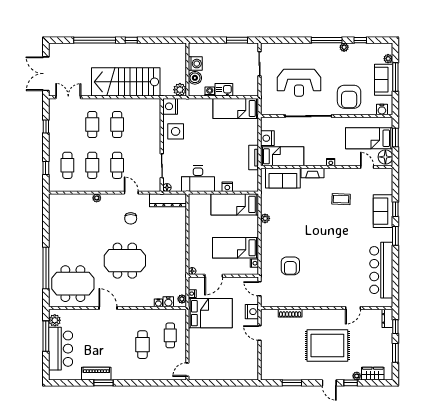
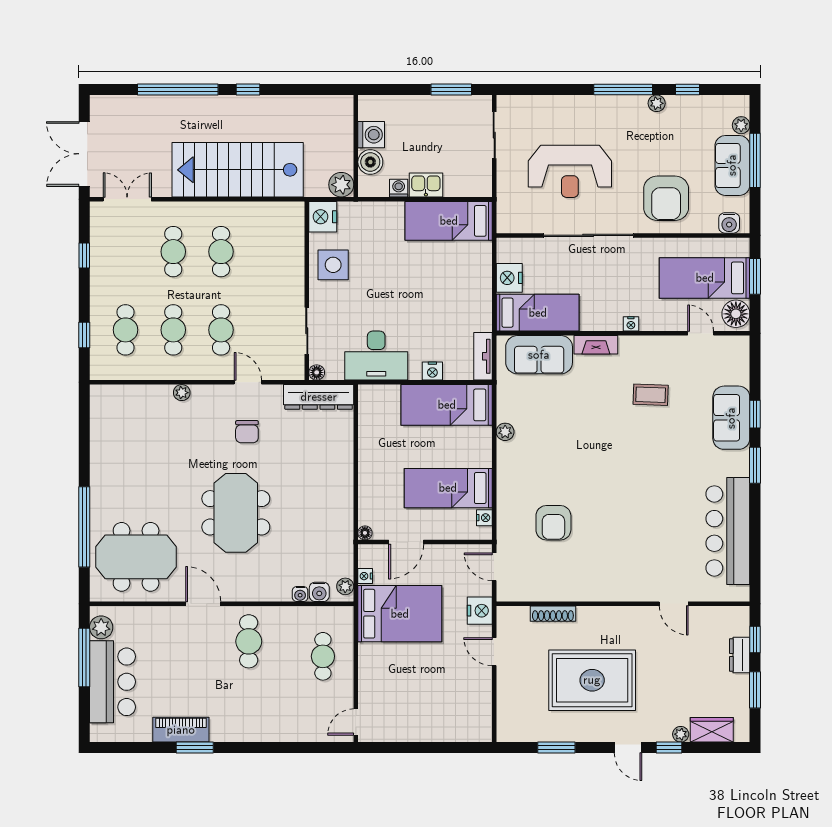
tv unit: (254, 158) -> (483, 356), moved
meeting table: (125, 261) -> (236, 513), turned 90
door: (353, 308) -> (674, 604), hinge flipped
dresser: (387, 318) -> (740, 655), moved
cafe table: (142, 345) -> (249, 641), moved
rug: (327, 345) -> (592, 680), moved

